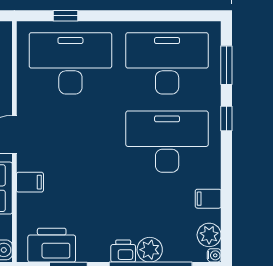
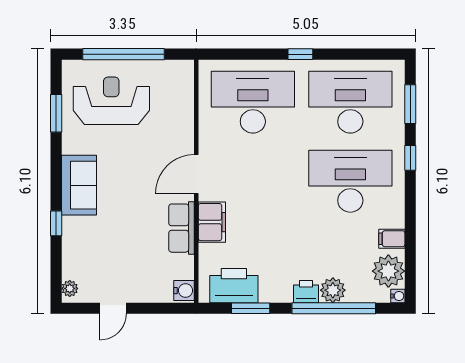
window: (65, 16) -> (300, 54), moved
filing cabinet: (30, 182) -> (212, 222), width x2.00
plant: (209, 235) -> (388, 271), width x1.36, depth x1.36

